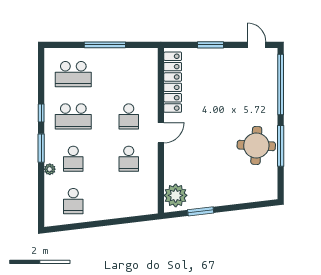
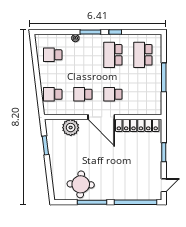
door: (161, 133) -> (101, 117), width x1.87
round table: (256, 145) -> (81, 184), moved
school desk: (73, 159) -> (53, 94), moved
plant: (176, 195) -> (71, 128), moved

